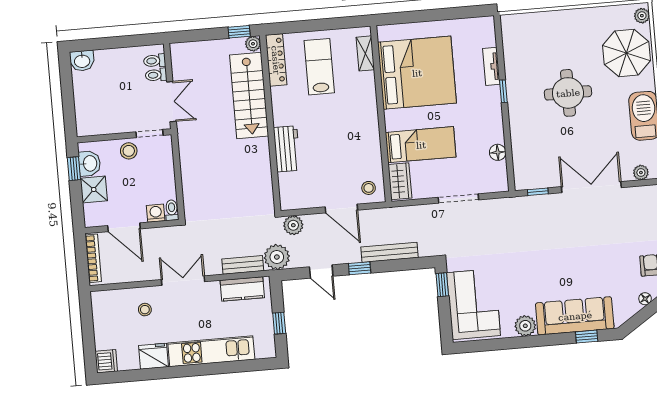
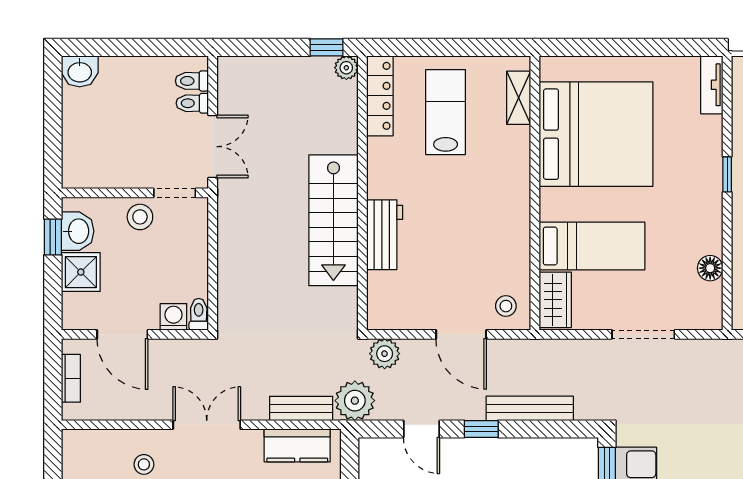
tv unit: (491, 66) -> (712, 85), moved
stairs: (249, 96) -> (333, 220), moved
bookcase: (93, 258) -> (71, 378), width x0.64

